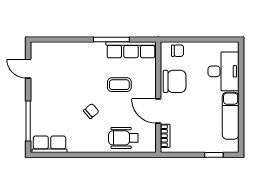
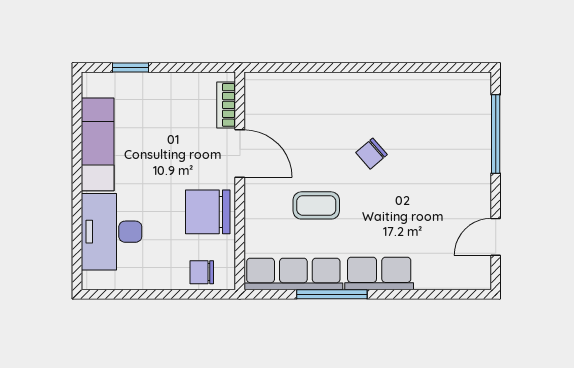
door: (28, 69) -> (496, 237), swing flipped
wheelchair: (123, 138) -> (308, 101), removed
row of seats: (49, 144) -> (379, 273), moved, turned 180

